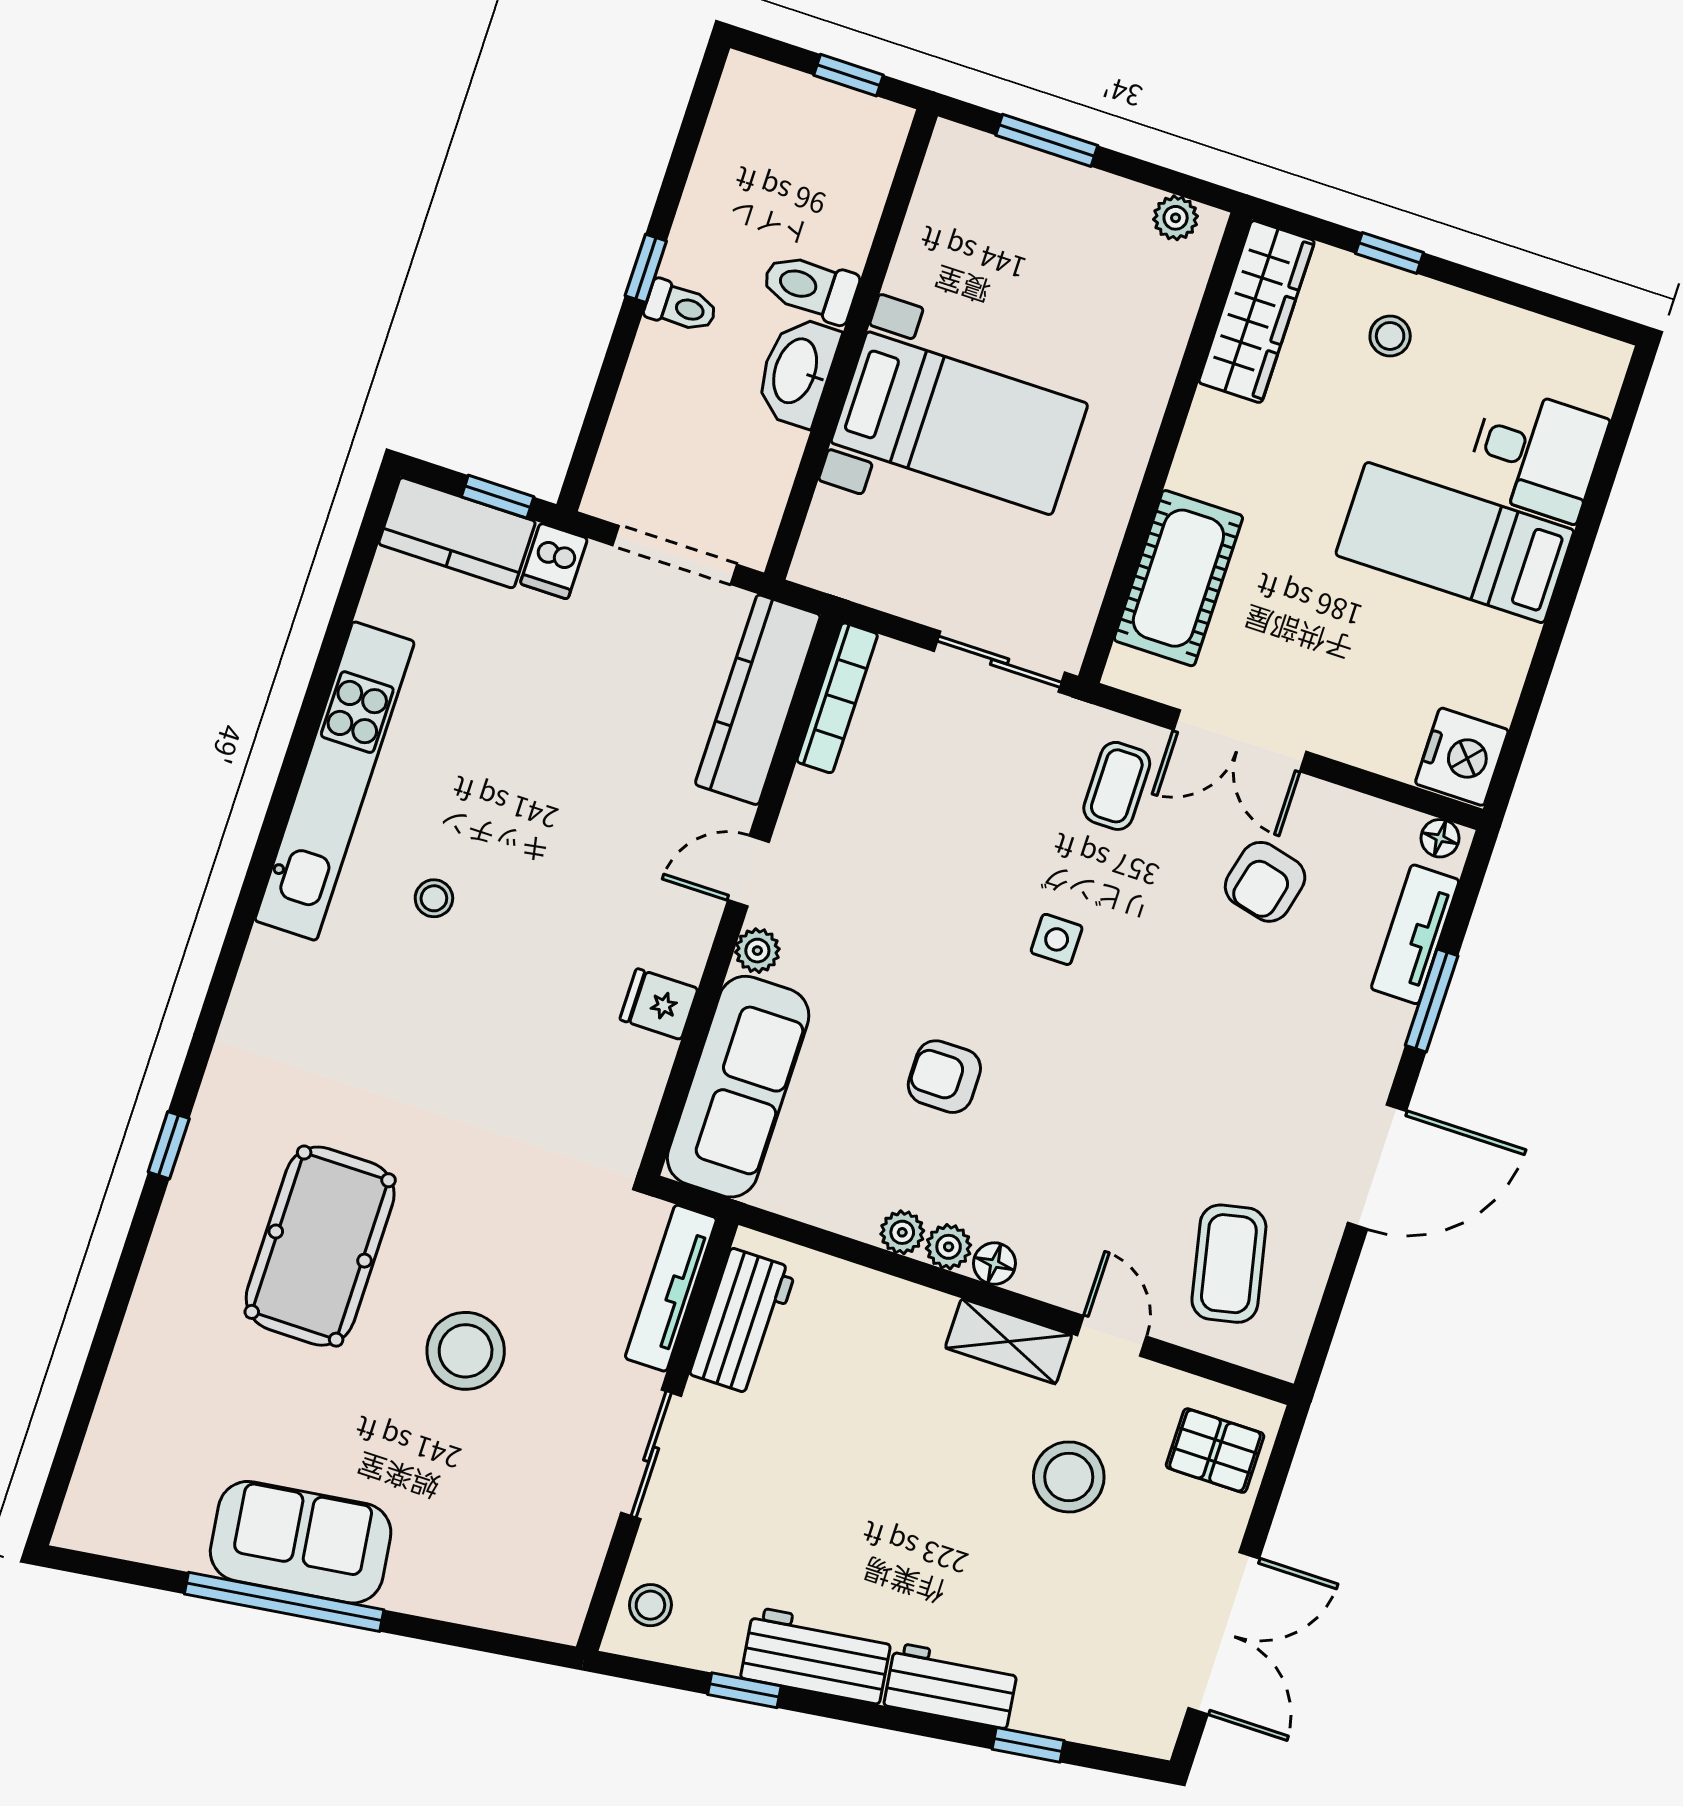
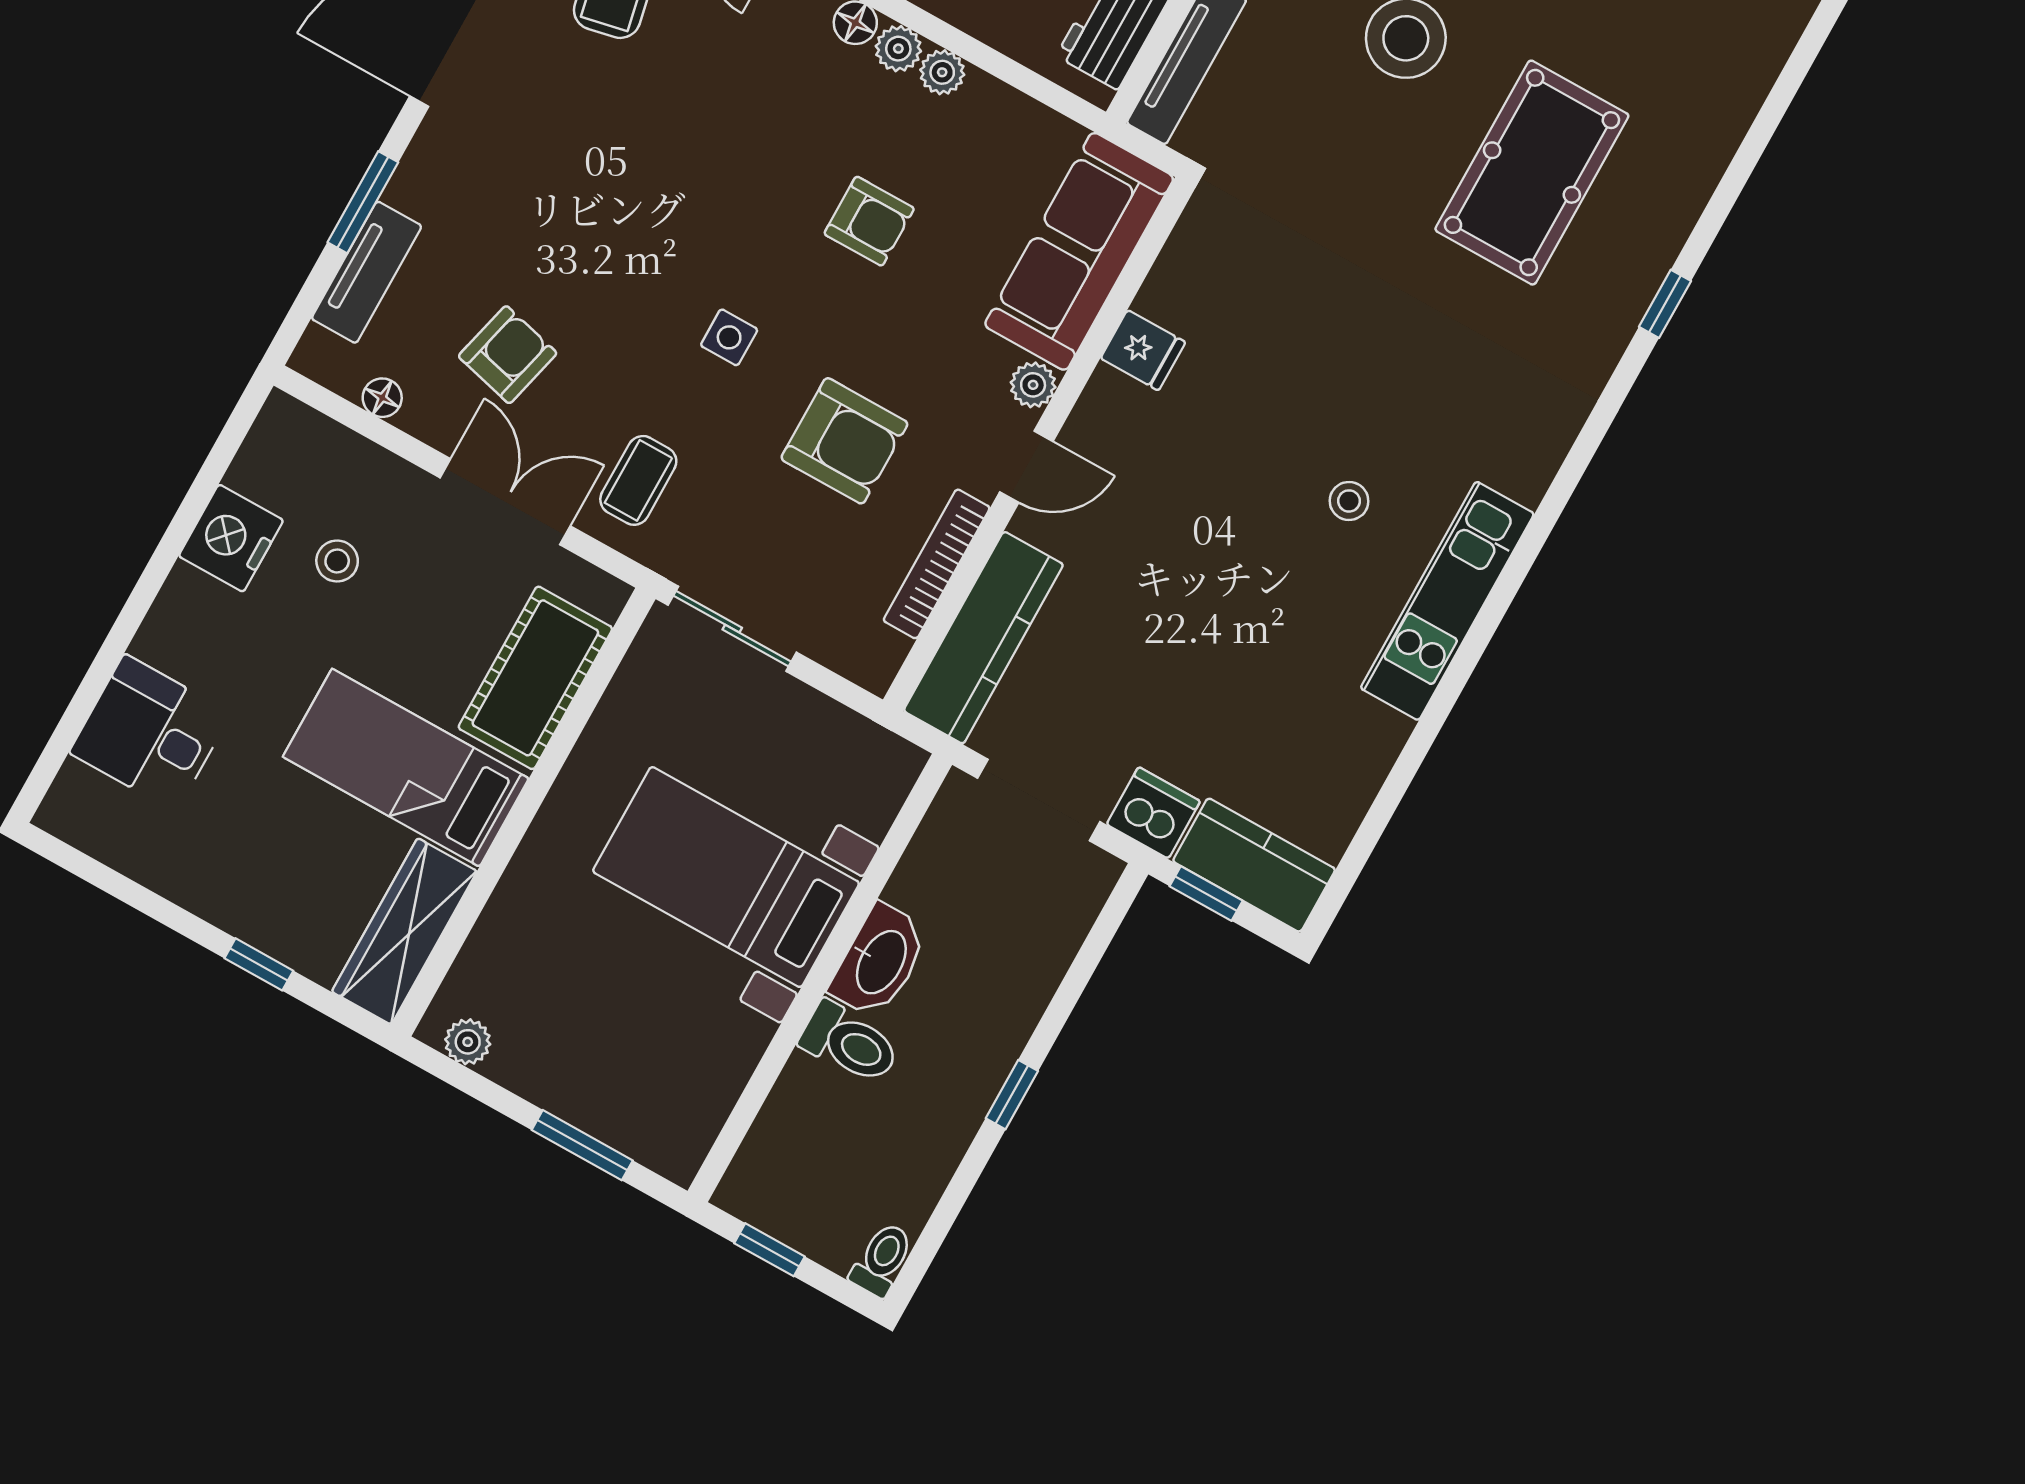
toilet: (681, 307) -> (882, 1259), moved, turned 90
stool: (1390, 336) -> (337, 561), moved
bed: (1455, 543) -> (406, 768), moved, turned 180
dishwasher: (554, 561) -> (1153, 813), width x1.38
bookcase: (837, 698) -> (937, 564), moved
nightstand: (1462, 757) -> (231, 538), moved
kitchen unit: (335, 781) -> (1447, 601), width x0.73
floor lamp: (1440, 838) -> (382, 398), moved
armchair: (927, 862) -> (844, 441), added

